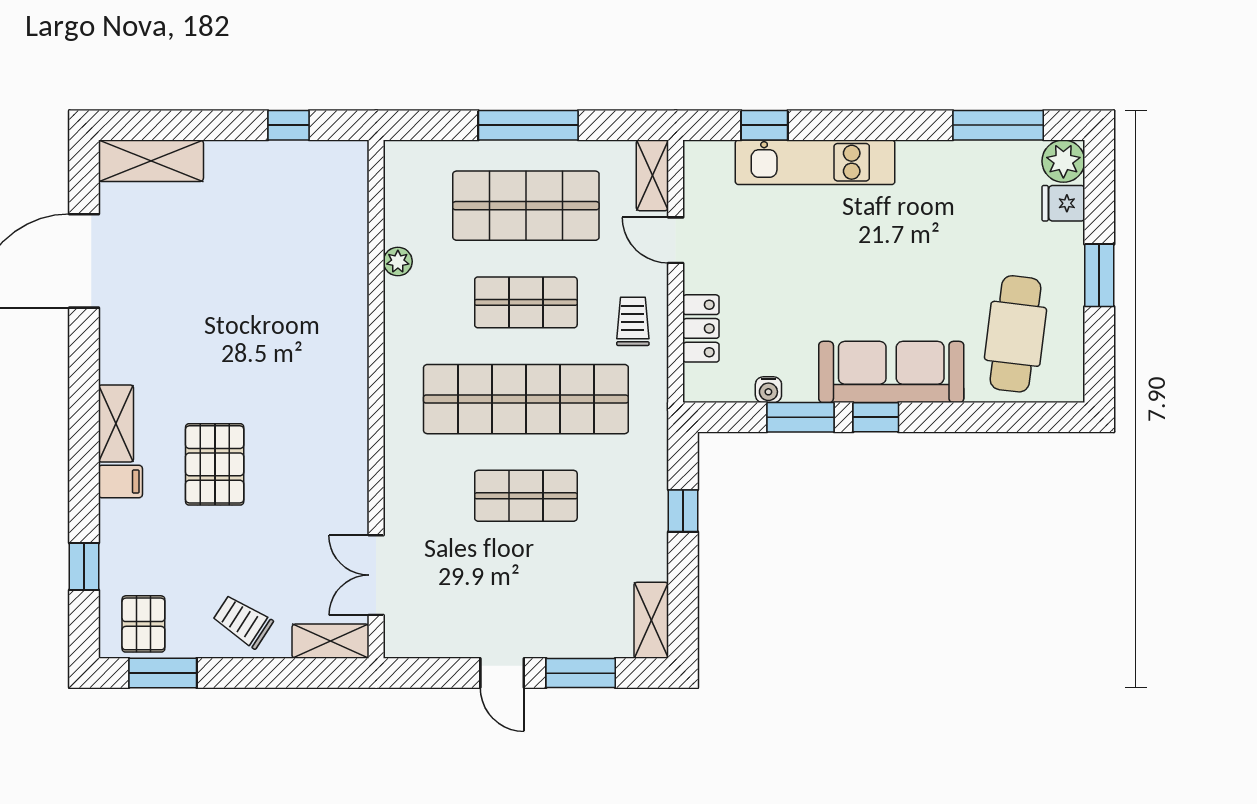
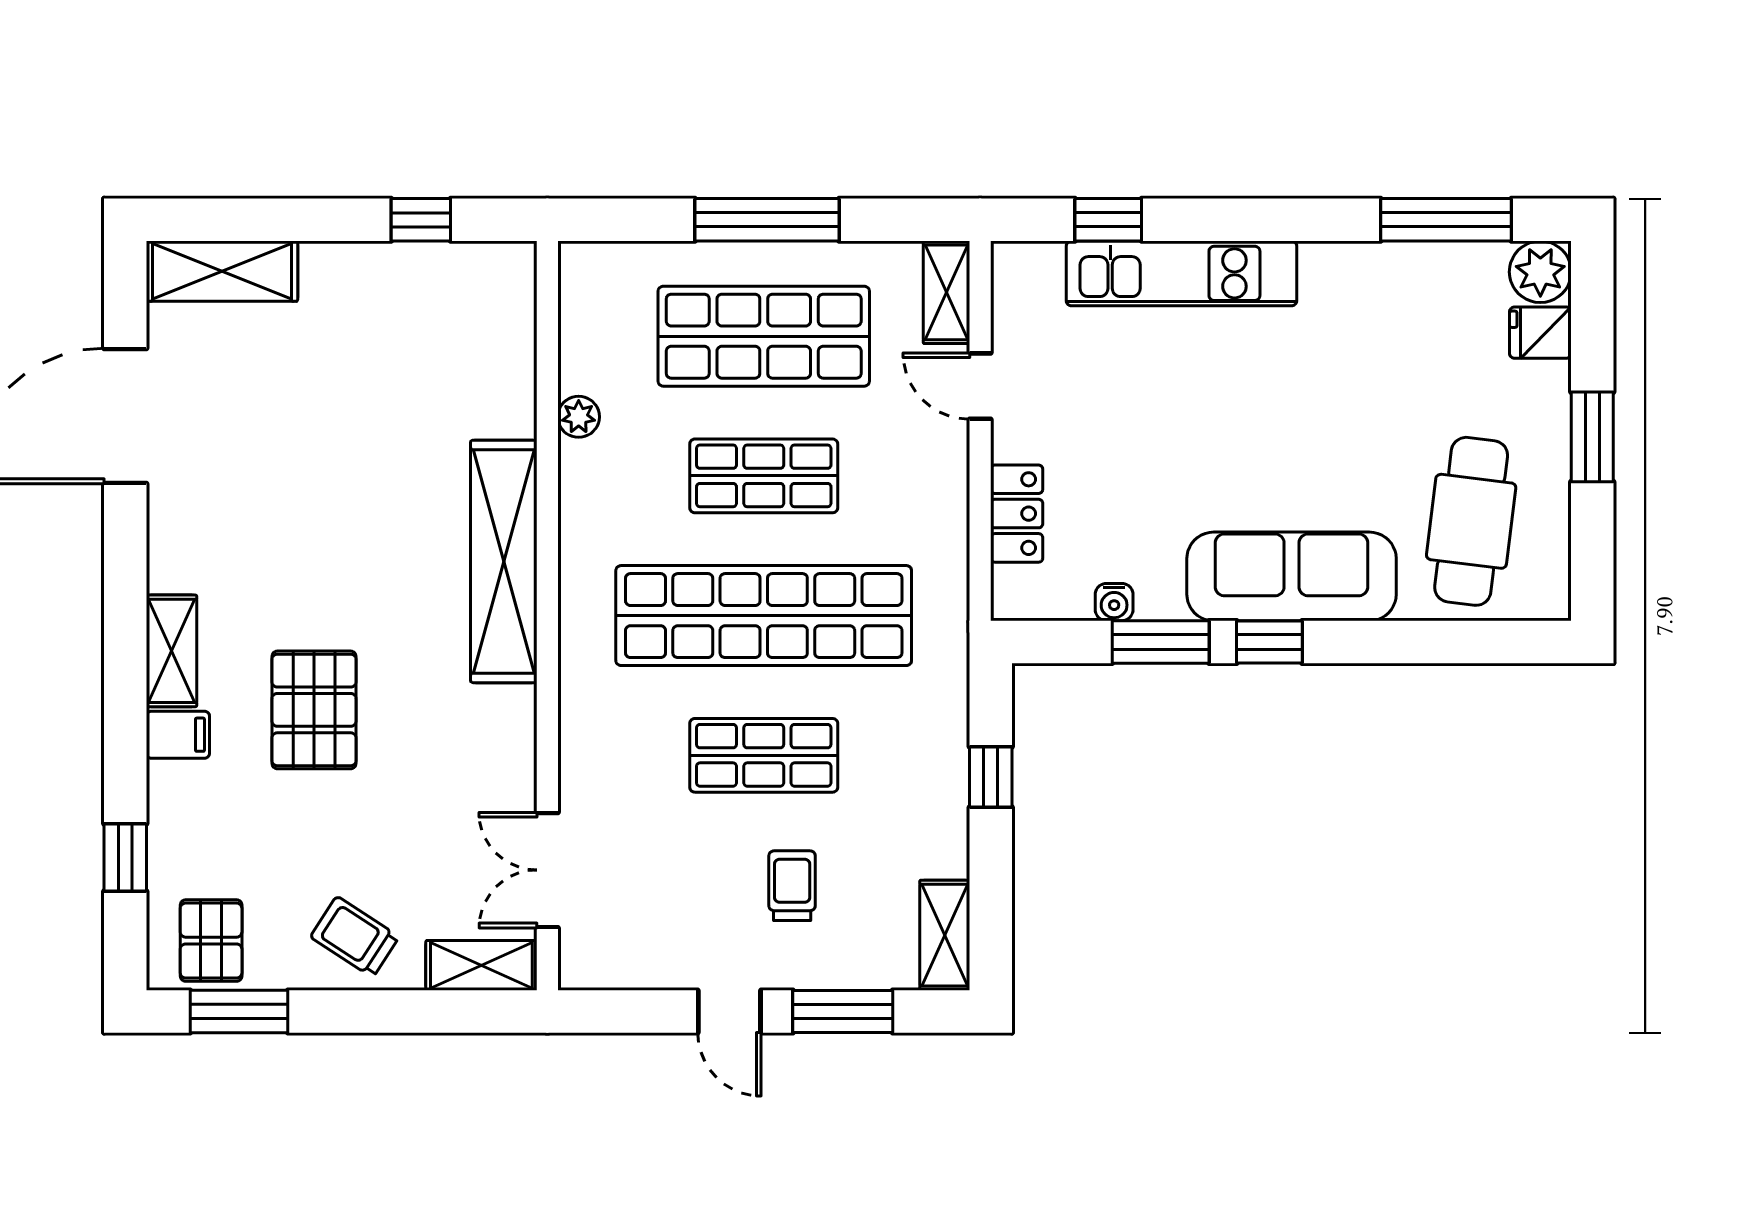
trolley: (633, 321) -> (792, 886), moved
shelving: (346, 362) -> (504, 561), added

